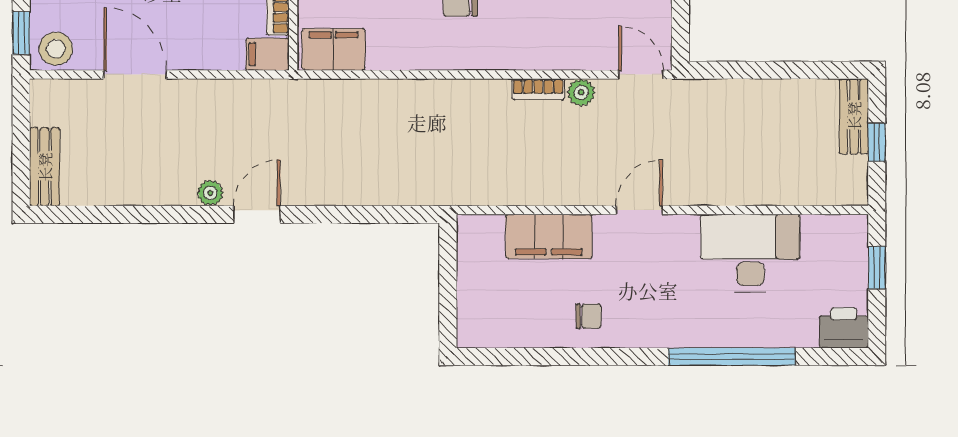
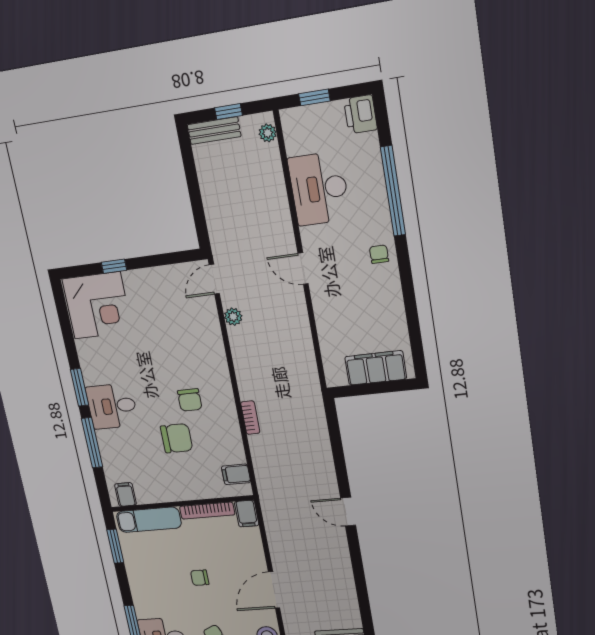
filing cabinet: (334, 50) -> (236, 474), width x0.50
bookcase: (538, 89) -> (250, 418), moved
plant: (210, 193) -> (268, 133), moved
filing cabinet: (549, 236) -> (376, 368), moved, turned -90
chair: (588, 316) -> (379, 254), moved

